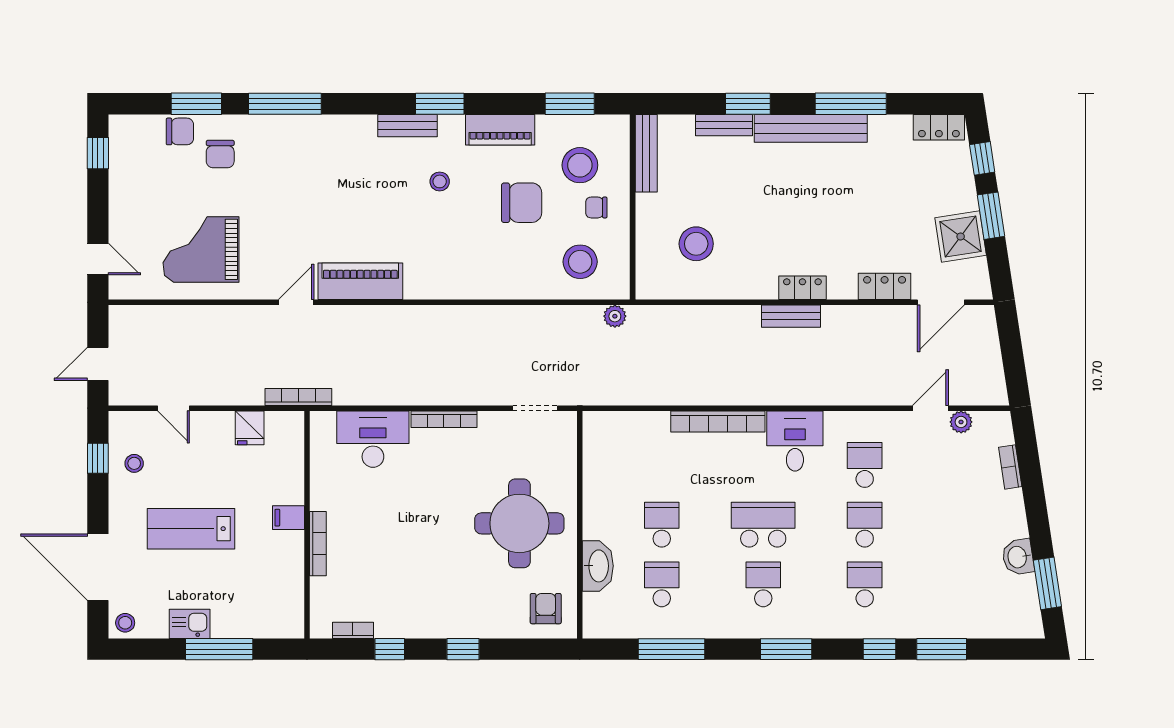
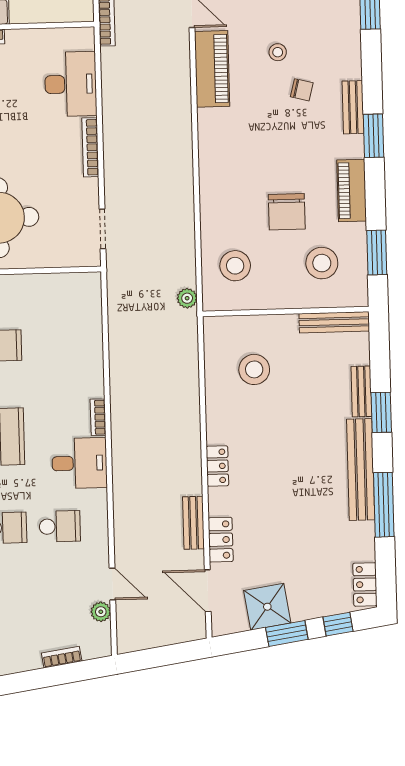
stool: (440, 181) -> (278, 52), moved
chair: (596, 207) -> (302, 90), moved, turned 104
bench: (791, 316) -> (193, 523), moved
bookcase: (718, 422) -> (98, 417), width x0.43, depth x0.76

